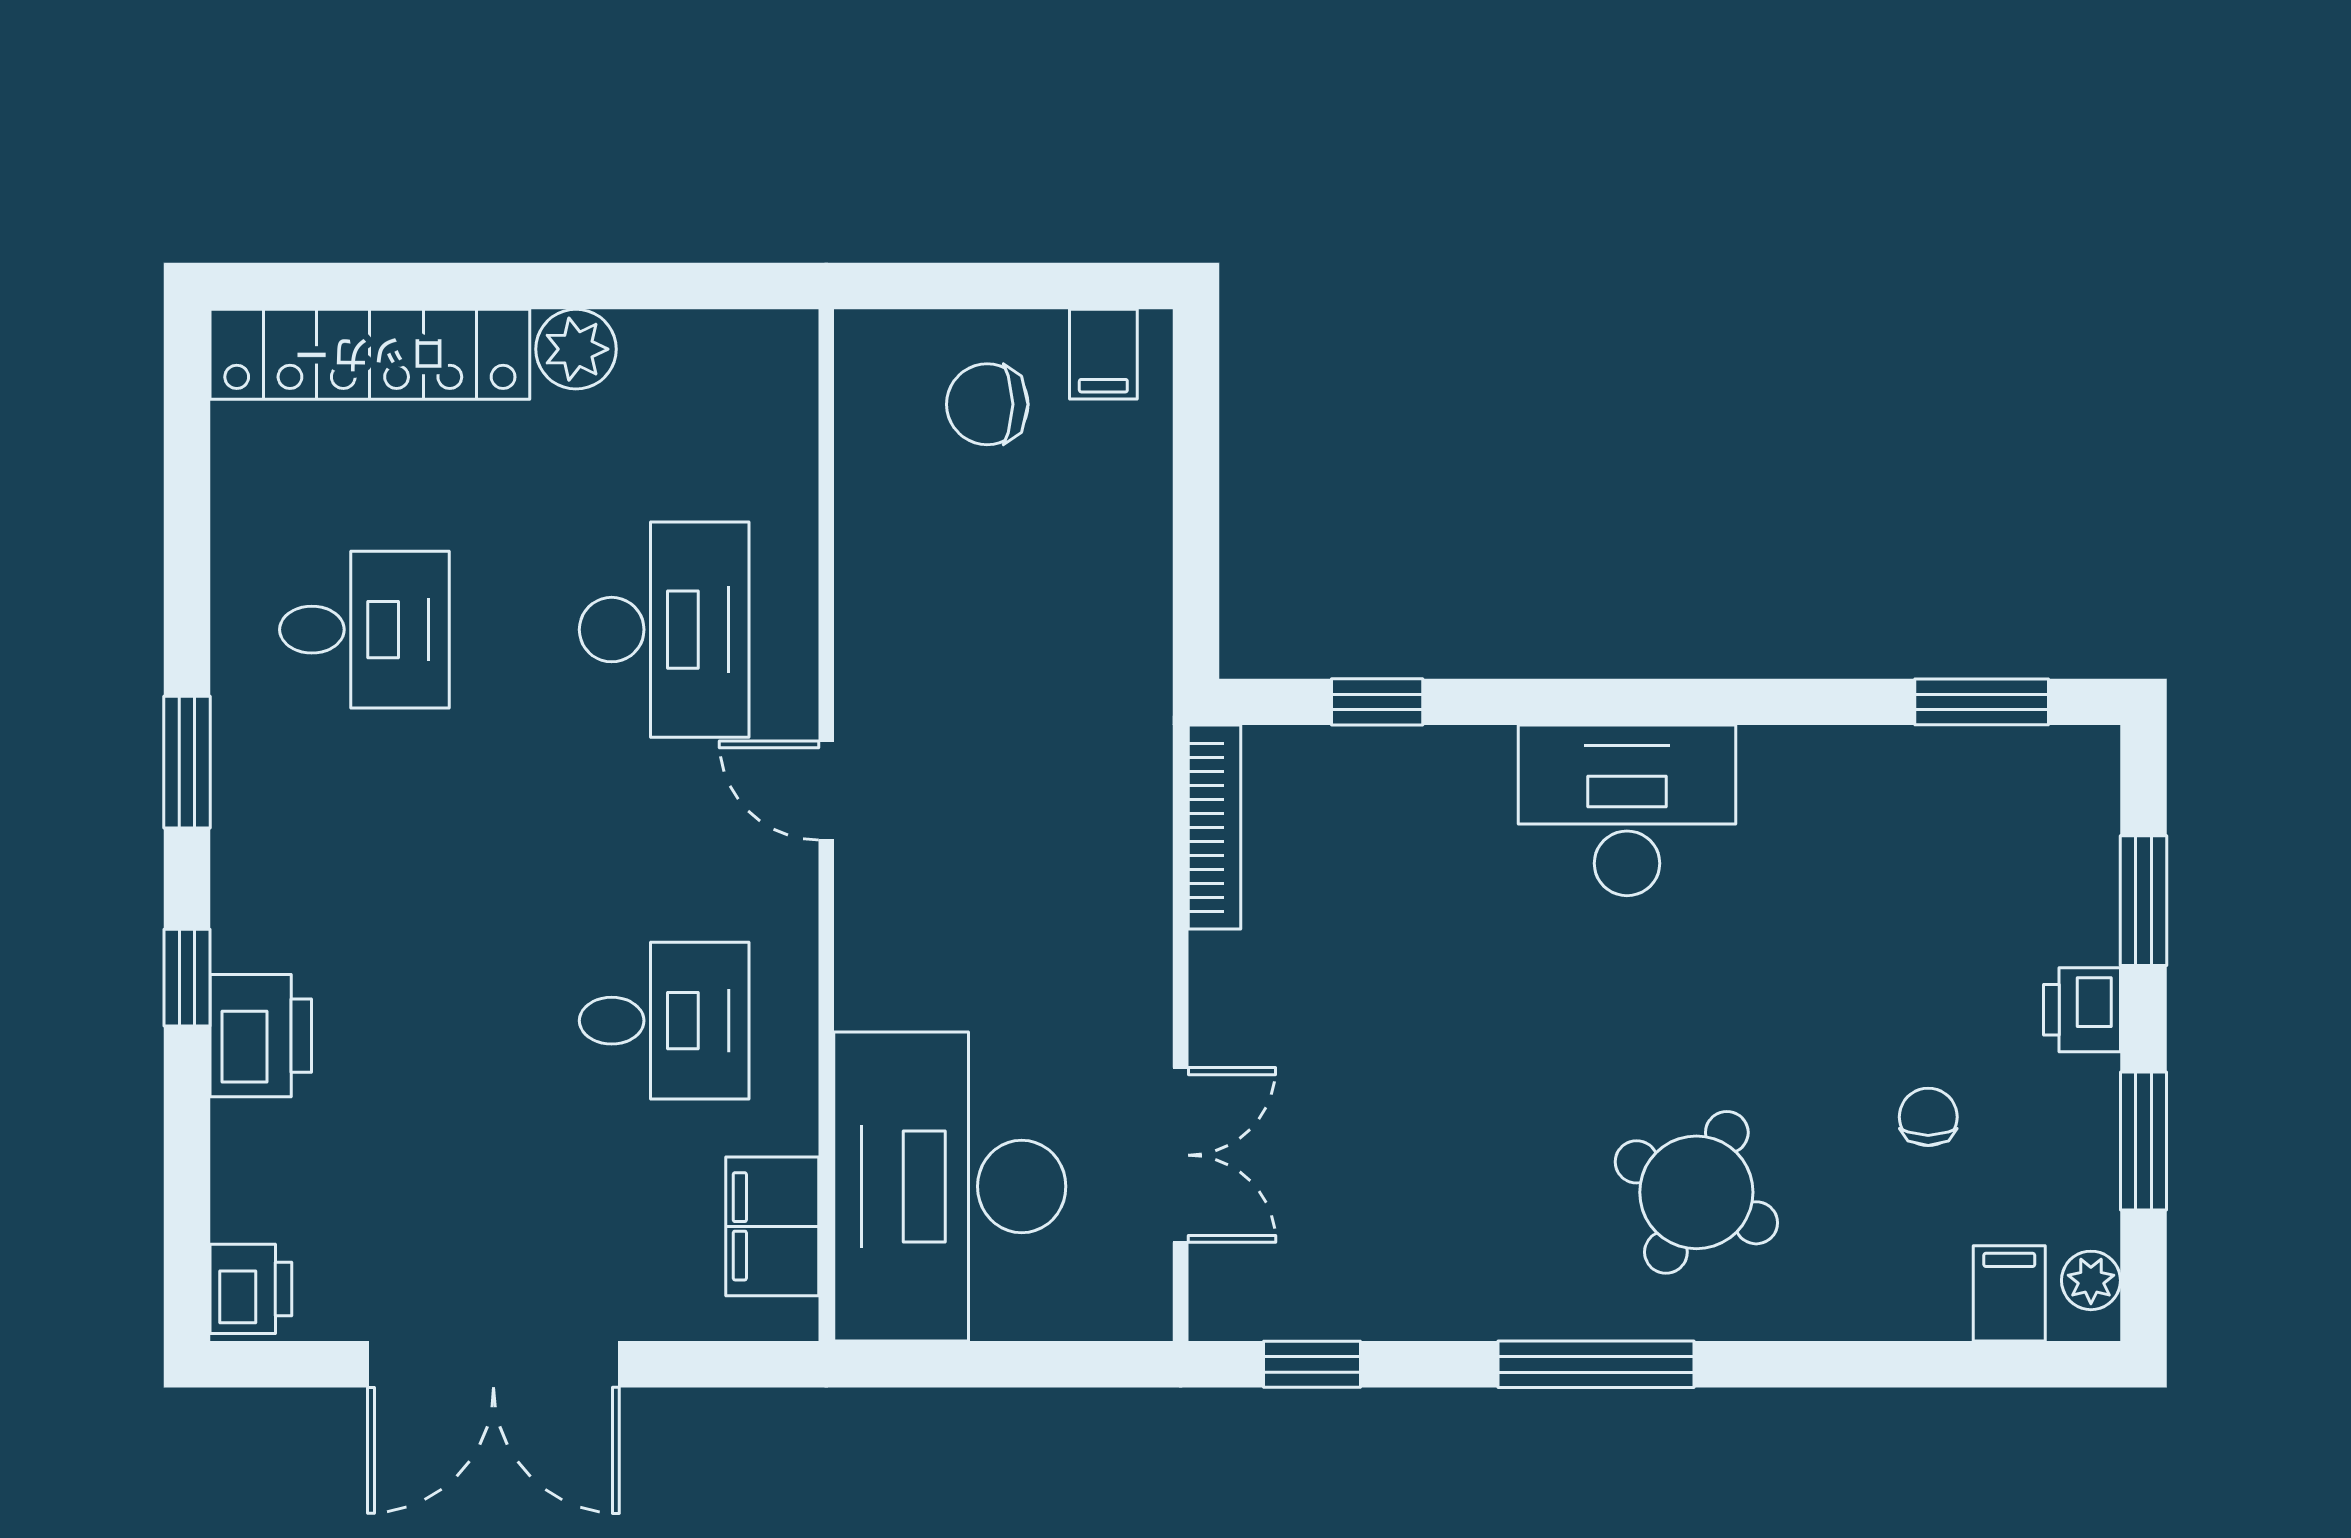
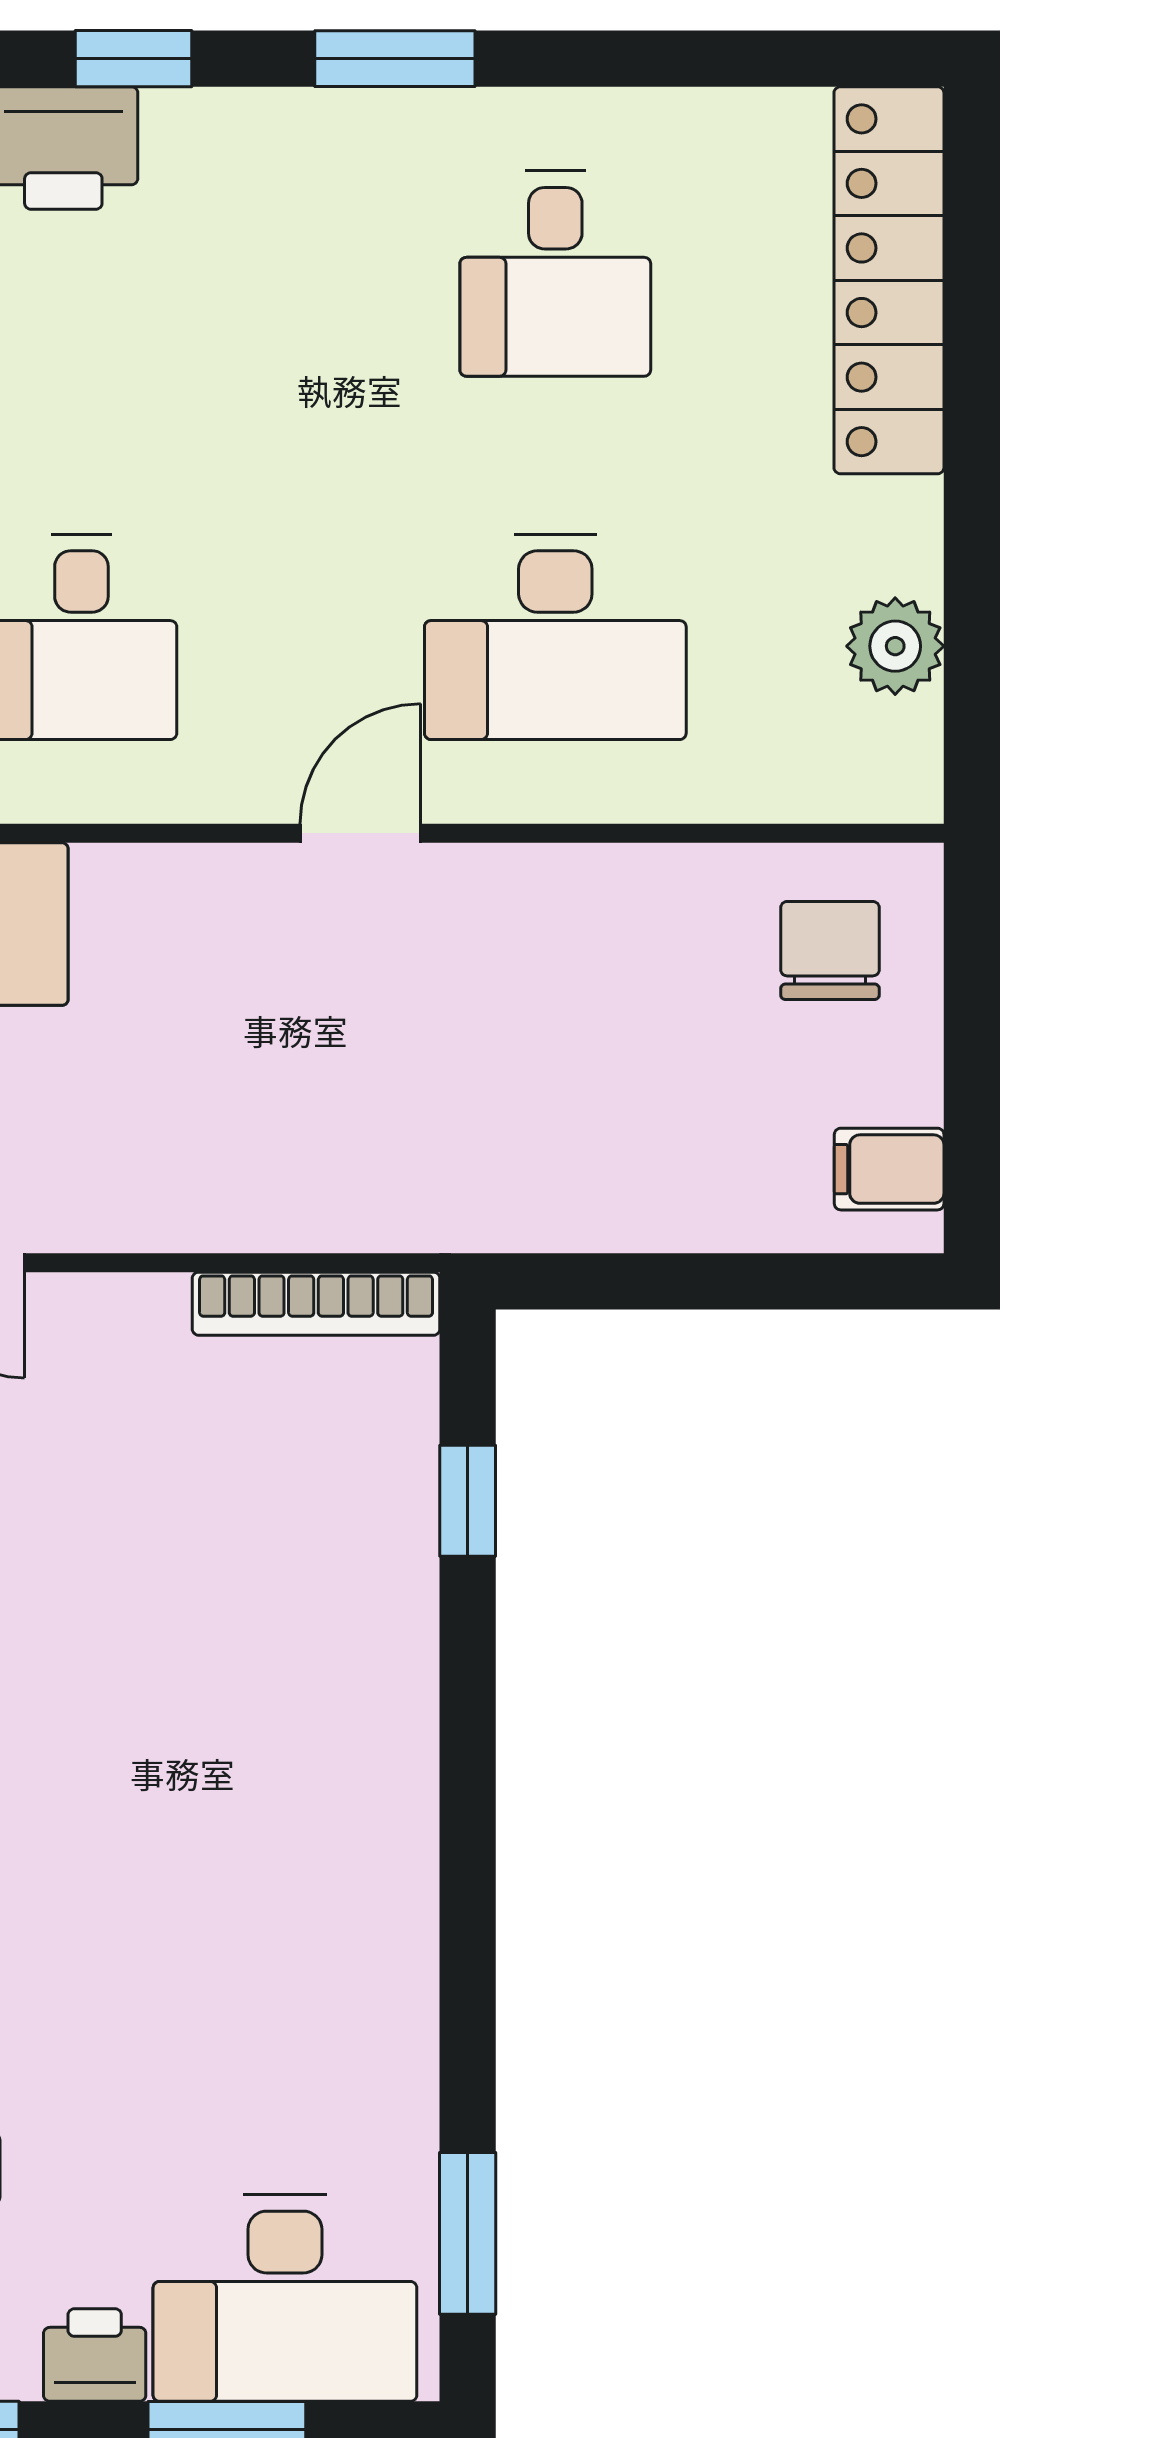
plant: (576, 349) -> (895, 646), moved
chair: (987, 404) -> (830, 950), moved
desk: (1627, 810) -> (285, 2298), moved, turned 90

